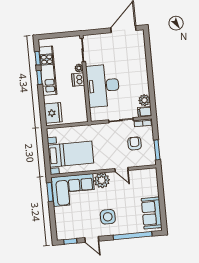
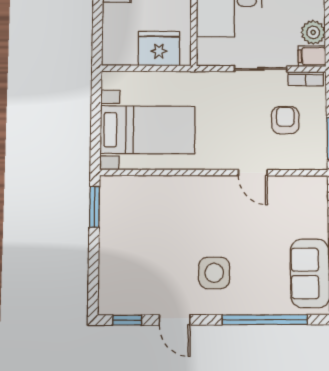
fridge: (53, 113) -> (159, 49), moved, turned -90
plant: (102, 180) -> (209, 192), removed
corner sofa: (73, 190) -> (145, 207), removed

